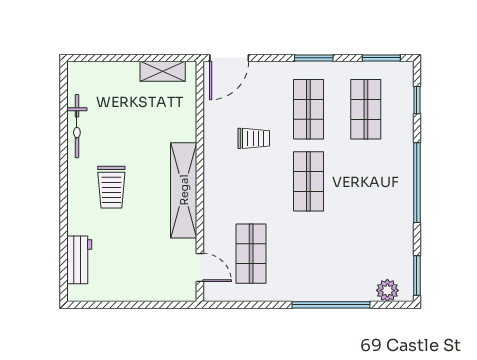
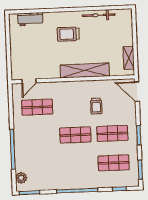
shelving: (184, 190) -> (85, 71), moved

